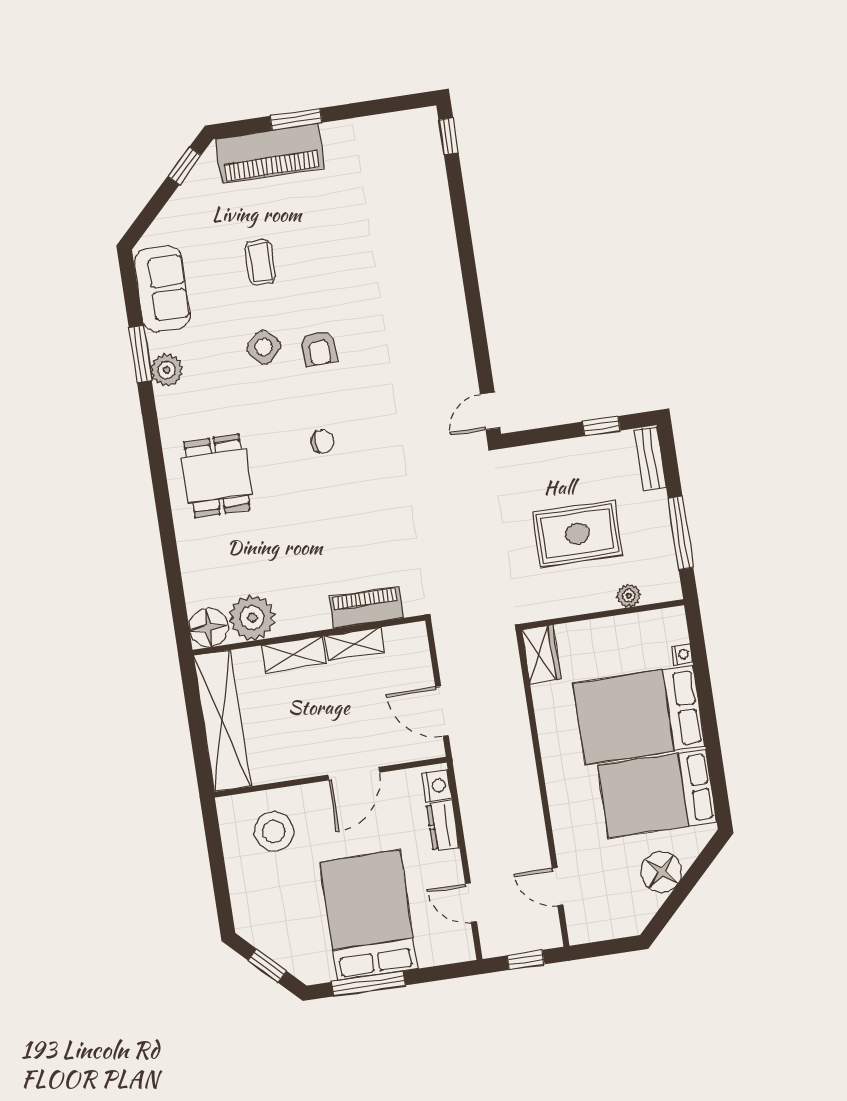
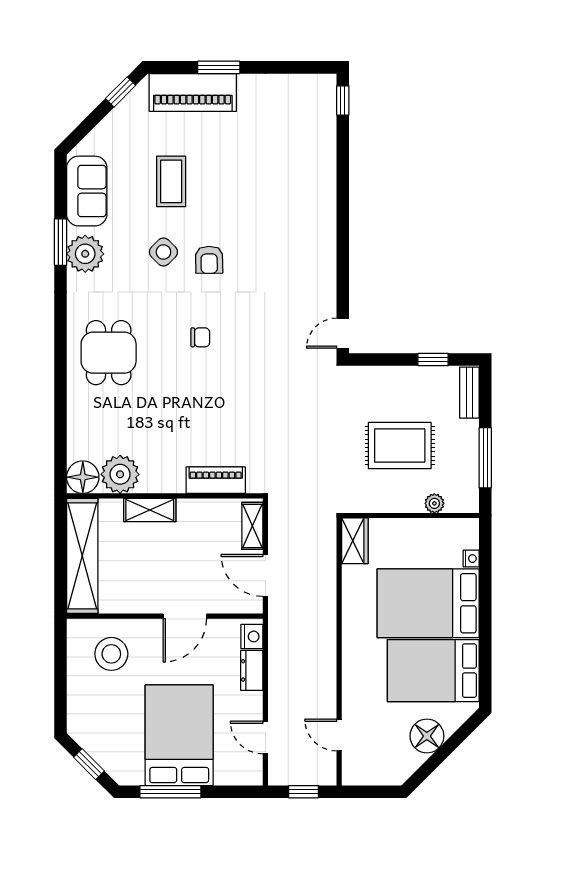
coffee table: (260, 262) -> (171, 181), width x1.36, depth x1.30
plant: (167, 370) -> (85, 254), width x1.36, depth x1.36
shelving: (354, 644) -> (252, 526), moved, turned 90

